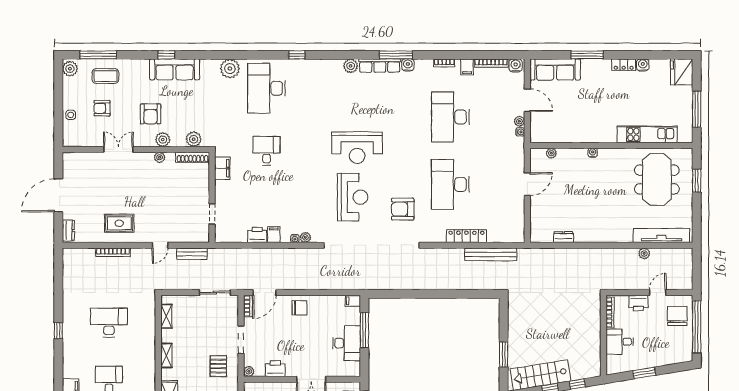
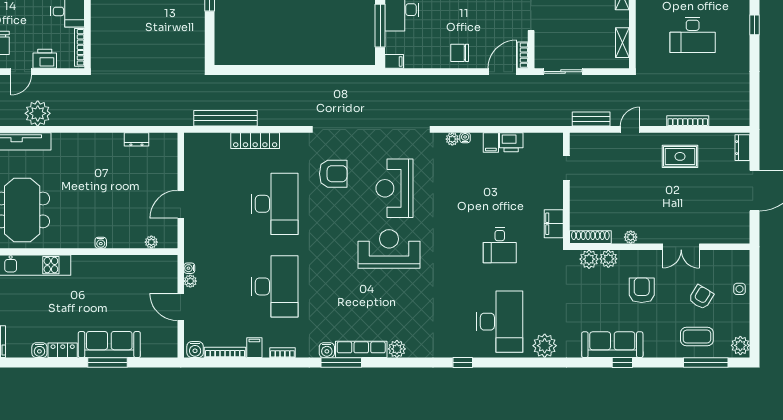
sofa: (555, 69) -> (109, 345), moved
armchair: (102, 108) -> (701, 297), turned -59
plant: (163, 140) -> (608, 259), moved
plant: (644, 253) -> (38, 113), width x1.87, depth x1.87

